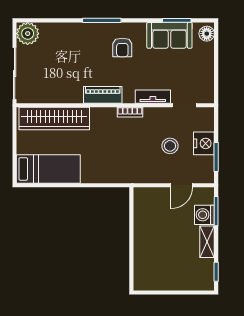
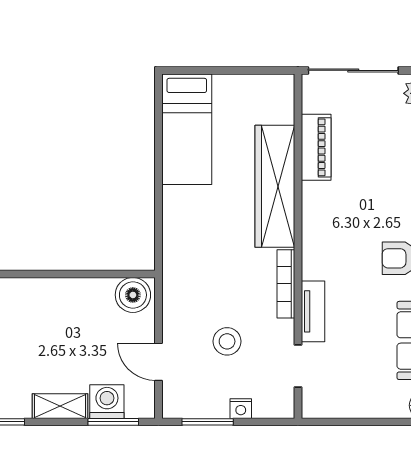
piano: (103, 95) -> (316, 147), moved
bookcase: (130, 112) -> (286, 284), width x1.56
wardrobe: (54, 118) -> (275, 186), moved
nightstand: (204, 143) -> (241, 409), width x0.53, depth x0.56
boiler: (143, 200) -> (133, 295), added

